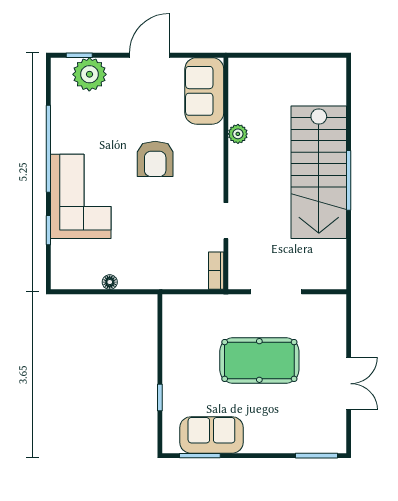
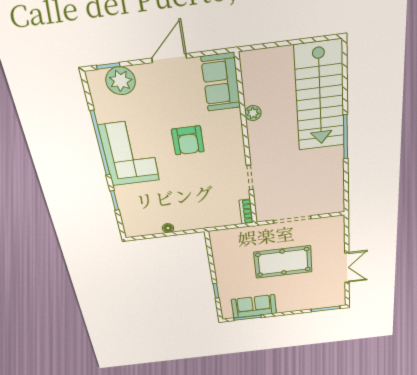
stairs: (319, 172) -> (320, 97), moved
corner sofa: (81, 196) -> (129, 153), moved

